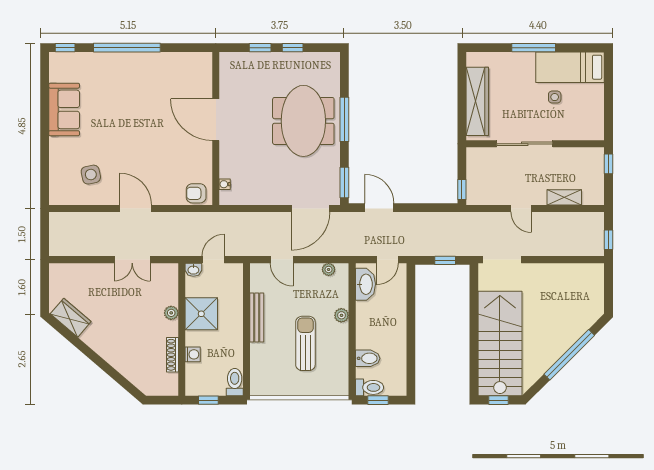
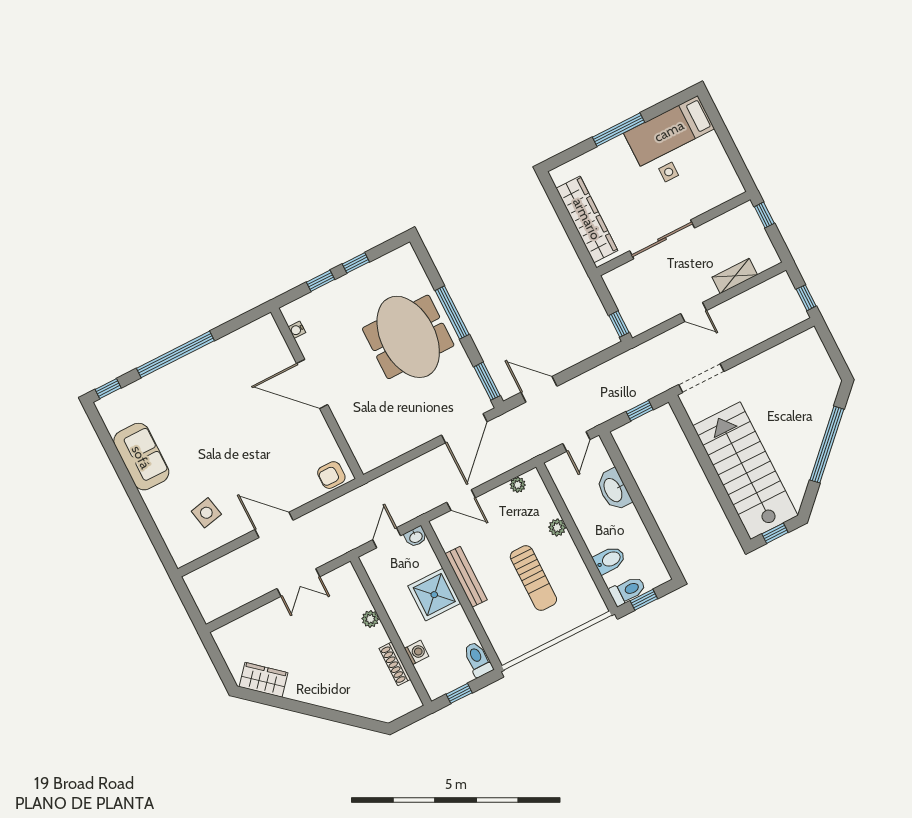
water cooler: (225, 184) -> (297, 330), moved
washbasin: (193, 270) -> (416, 537), moved
washbasin: (365, 284) -> (614, 490), moved, turned 180
shower: (201, 314) -> (434, 595), moved
sun lounger: (305, 343) -> (533, 578), turned 180

